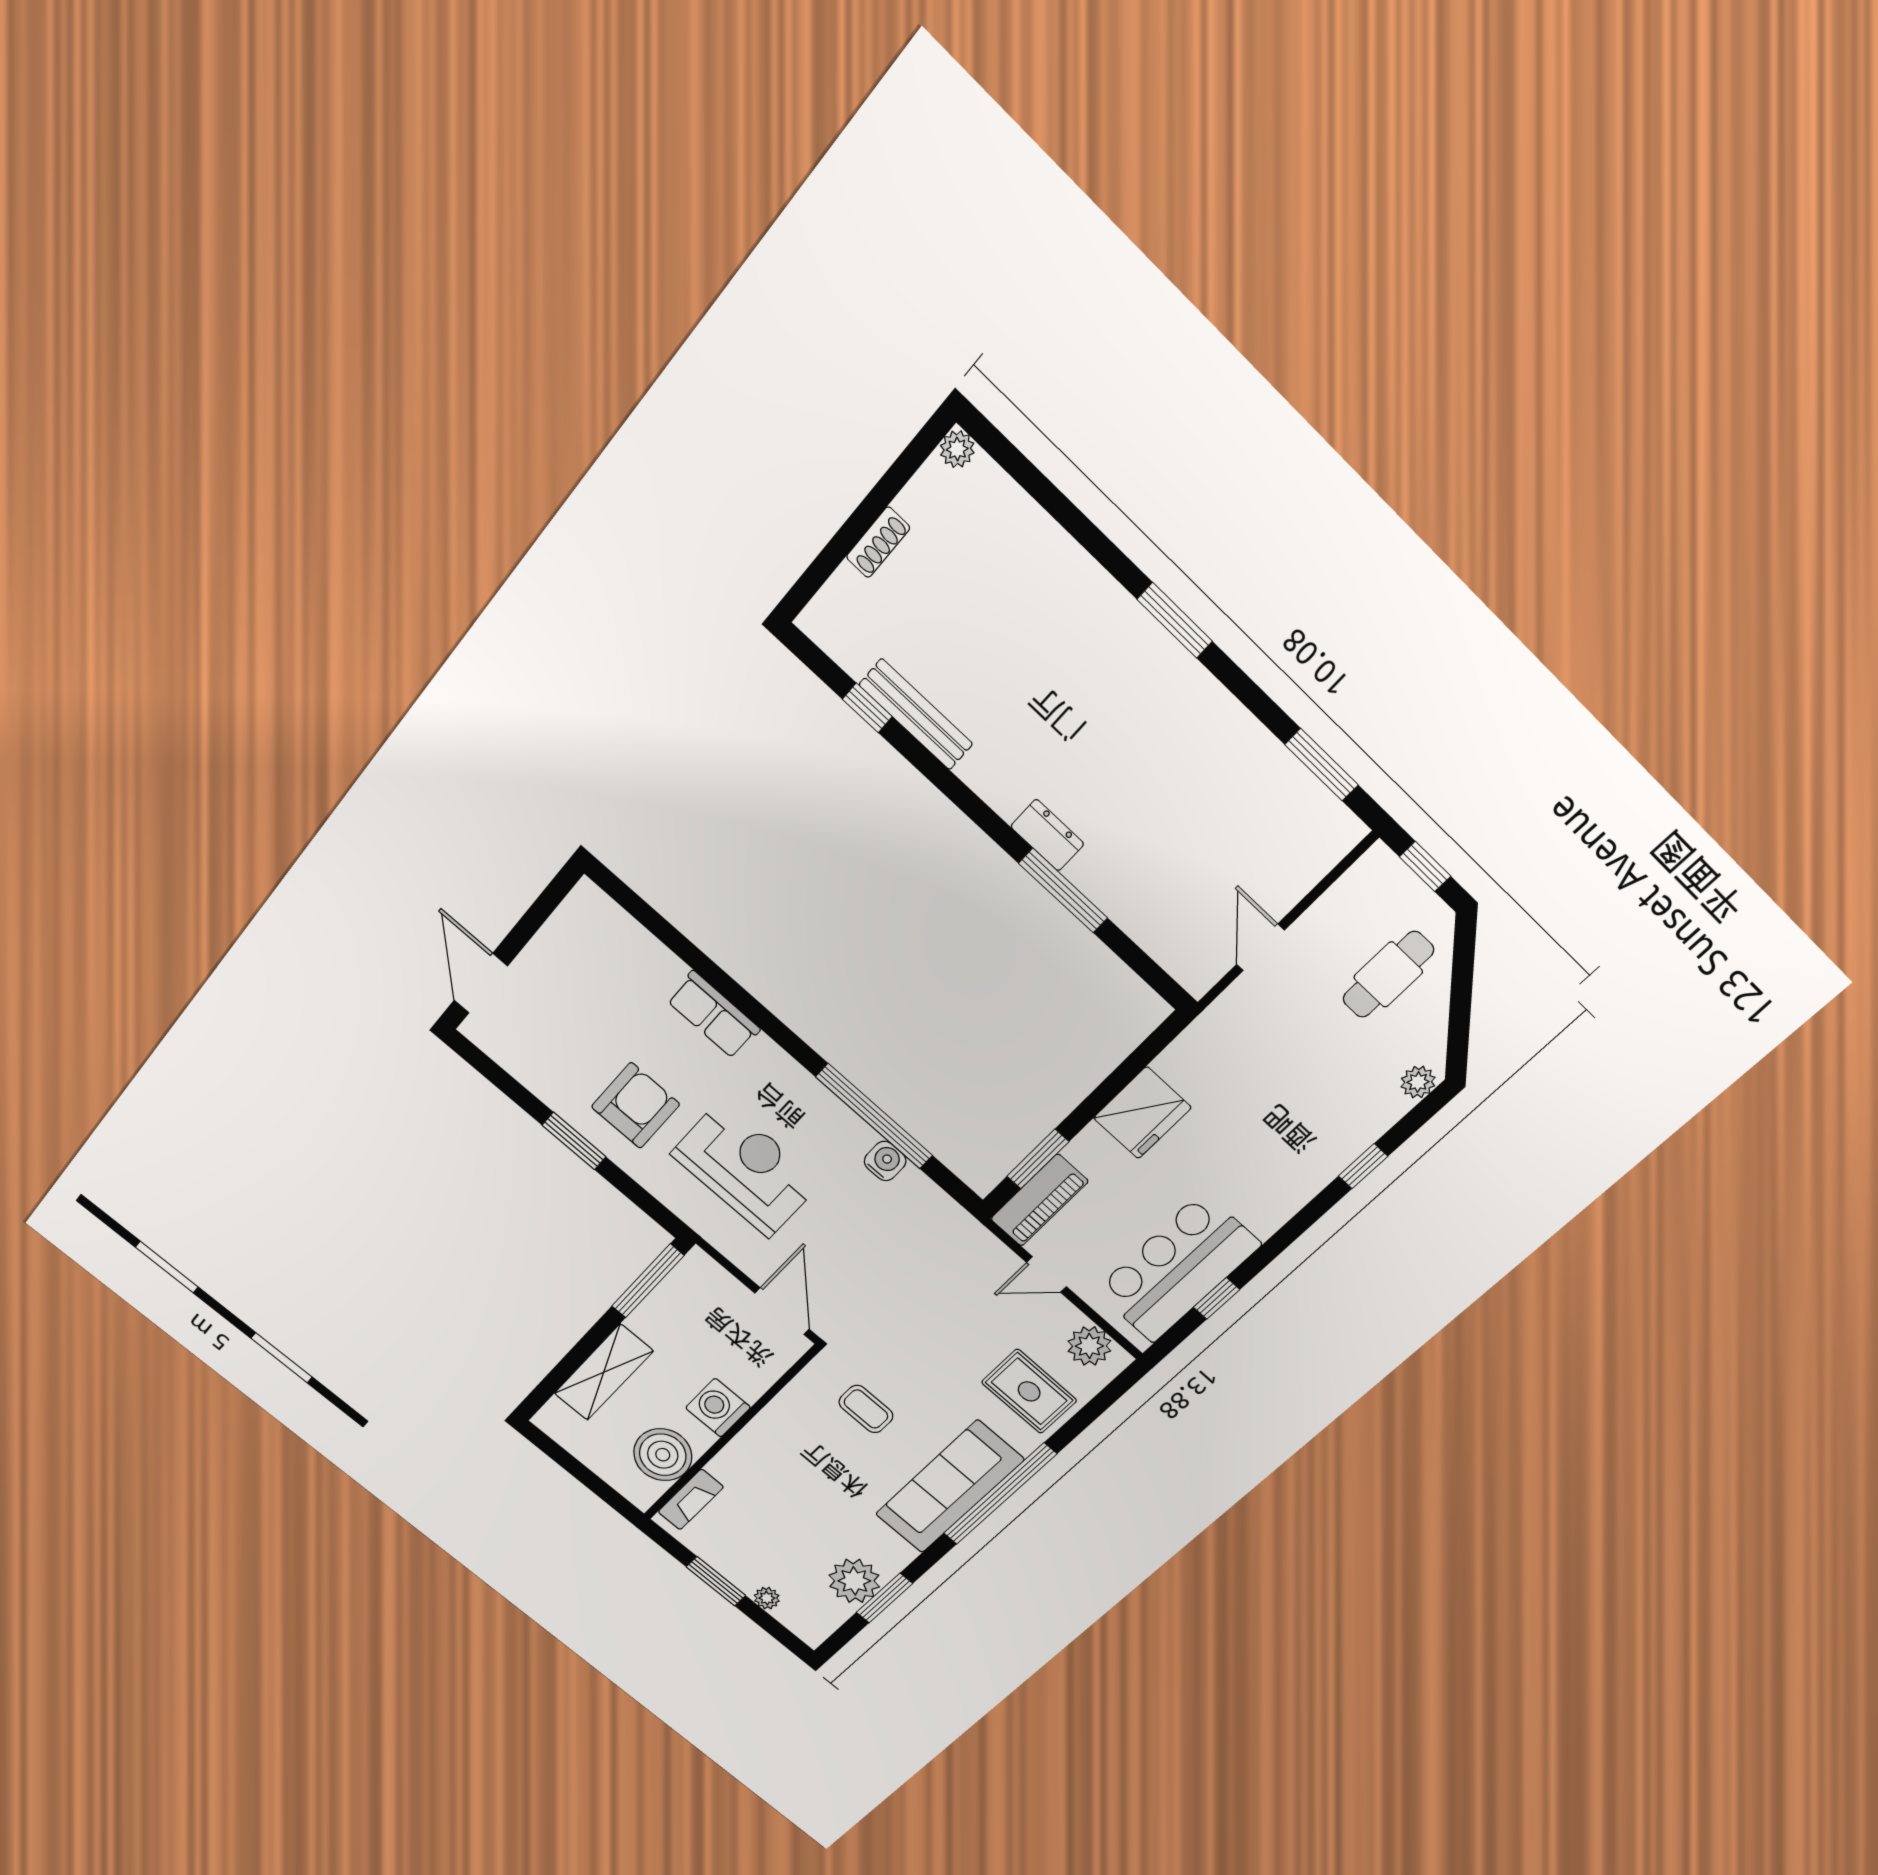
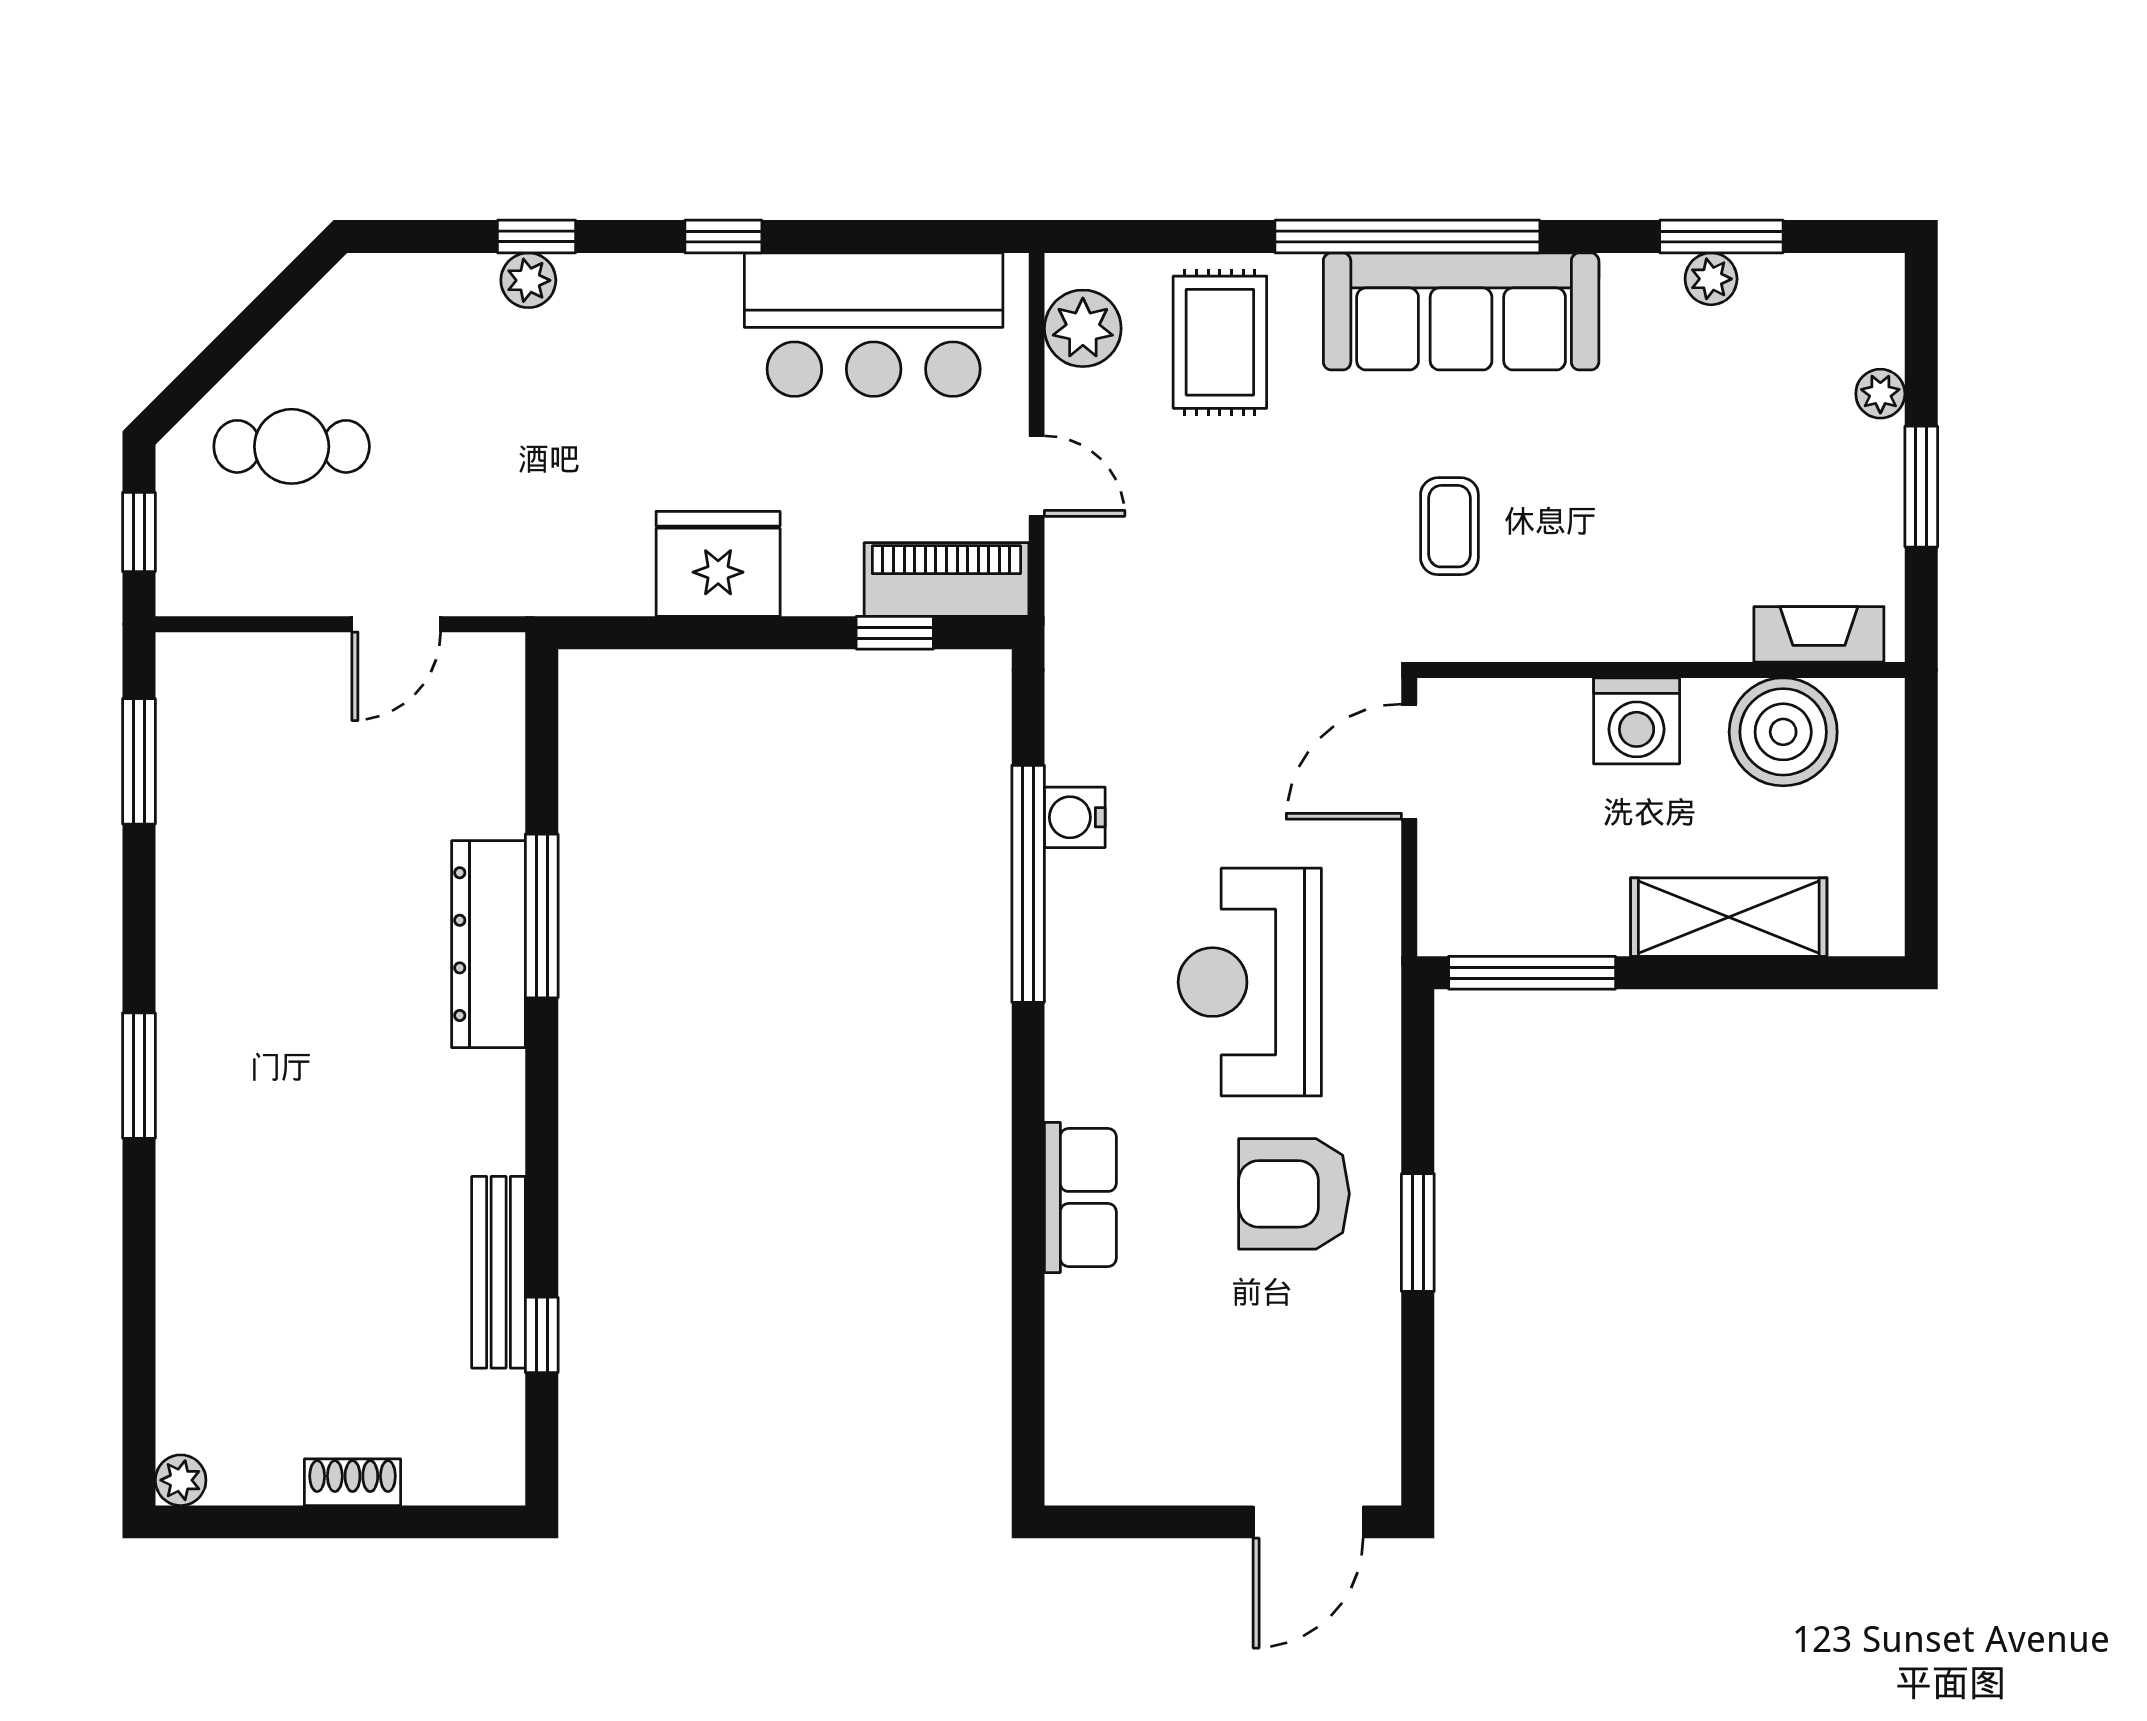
dresser: (1047, 835) -> (488, 944), width x1.96, depth x1.24
plant: (1418, 1082) -> (528, 280), moved
window: (1038, 1159) -> (895, 633), width x0.67
window: (1217, 1298) -> (723, 236), moved
plant: (854, 1581) -> (1711, 279), width x0.53, depth x0.53

